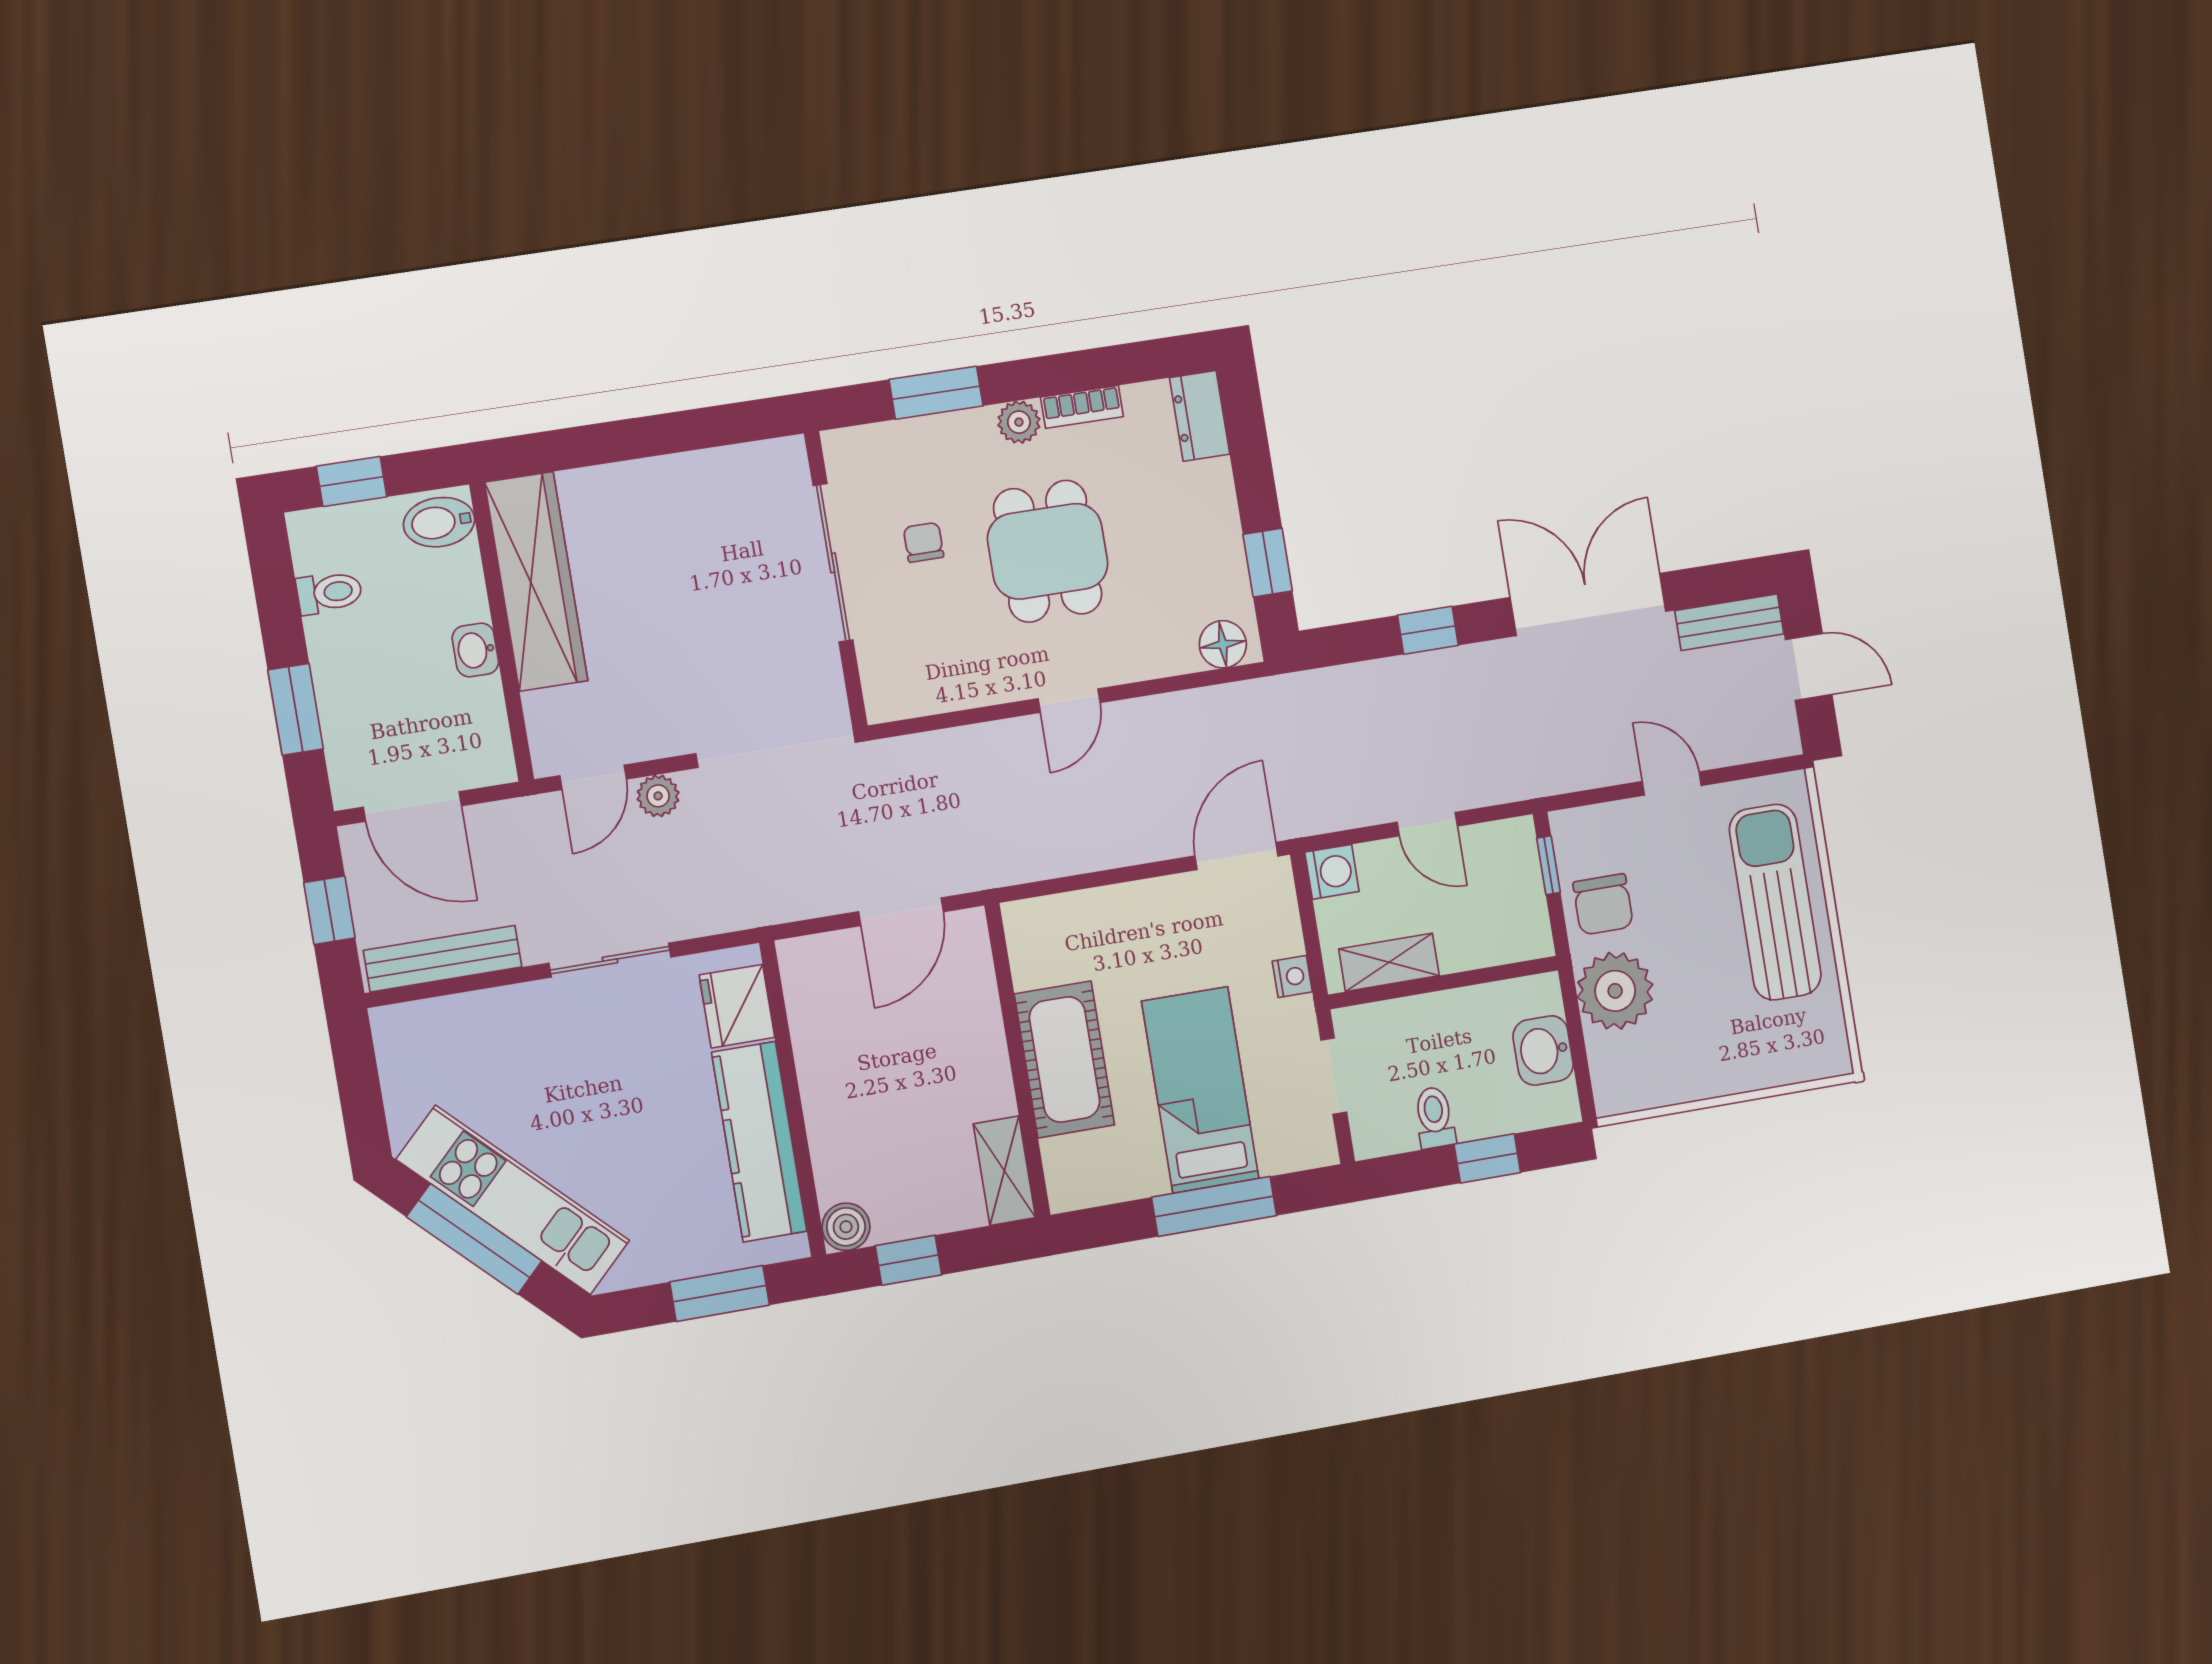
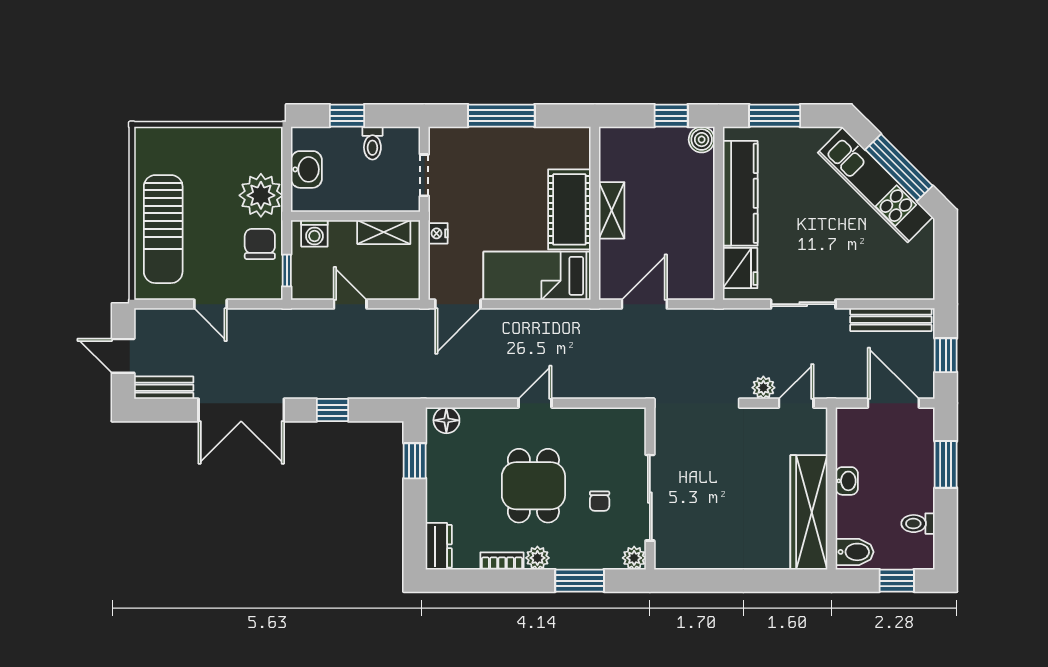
plant: (844, 449) -> (634, 558), added
washing machine: (1332, 872) -> (314, 233), moved, turned -90
bed: (1200, 1090) -> (537, 276), moved, turned 90
shelving: (1004, 1171) -> (612, 210), moved

